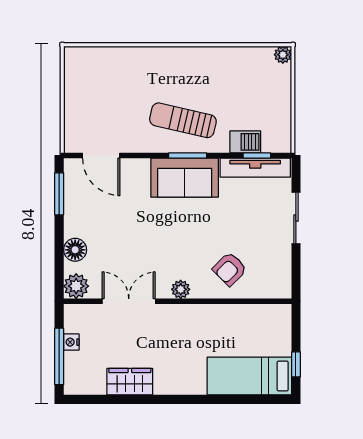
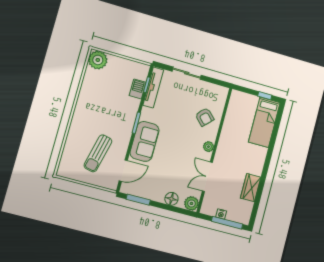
plant: (283, 55) -> (98, 60), width x1.88, depth x1.88
sun lounger: (183, 120) -> (98, 153), moved
sofa: (185, 178) -> (144, 141), moved

